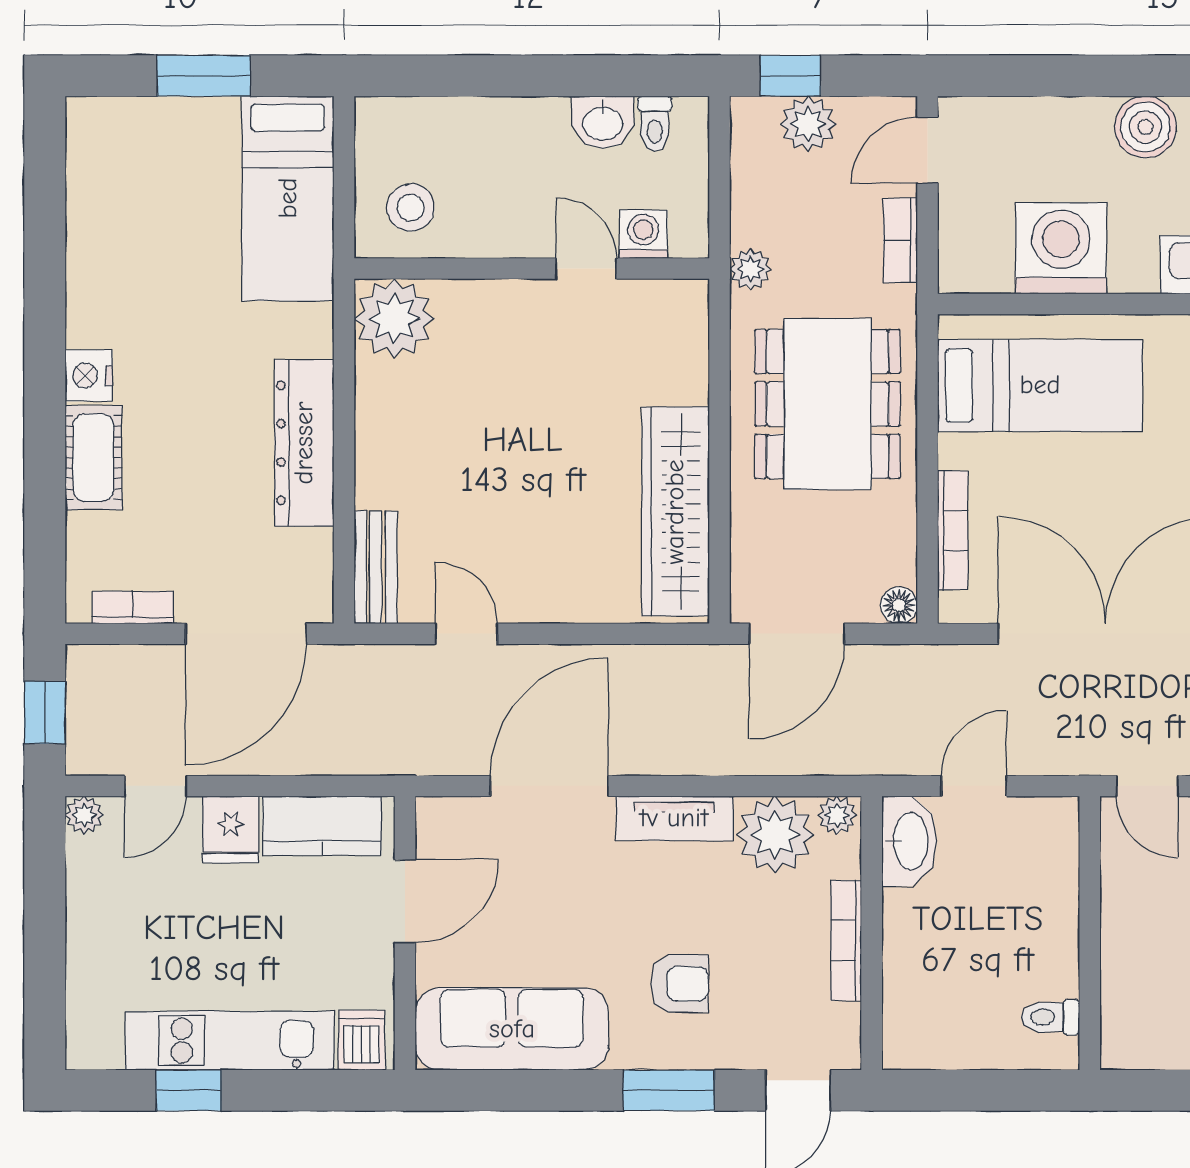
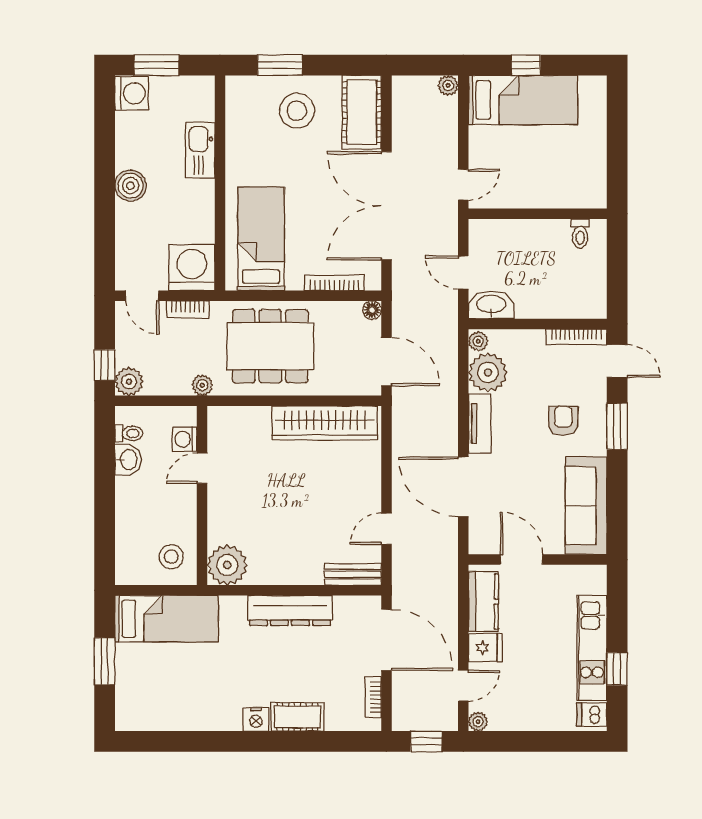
plant: (808, 124) -> (129, 382), moved
washing machine: (1061, 248) -> (192, 268), moved, turned 90
door: (155, 786) -> (463, 686), hinge flipped
bookcase: (846, 941) -> (576, 337), moved
dishwasher: (361, 1040) -> (592, 715), moved

